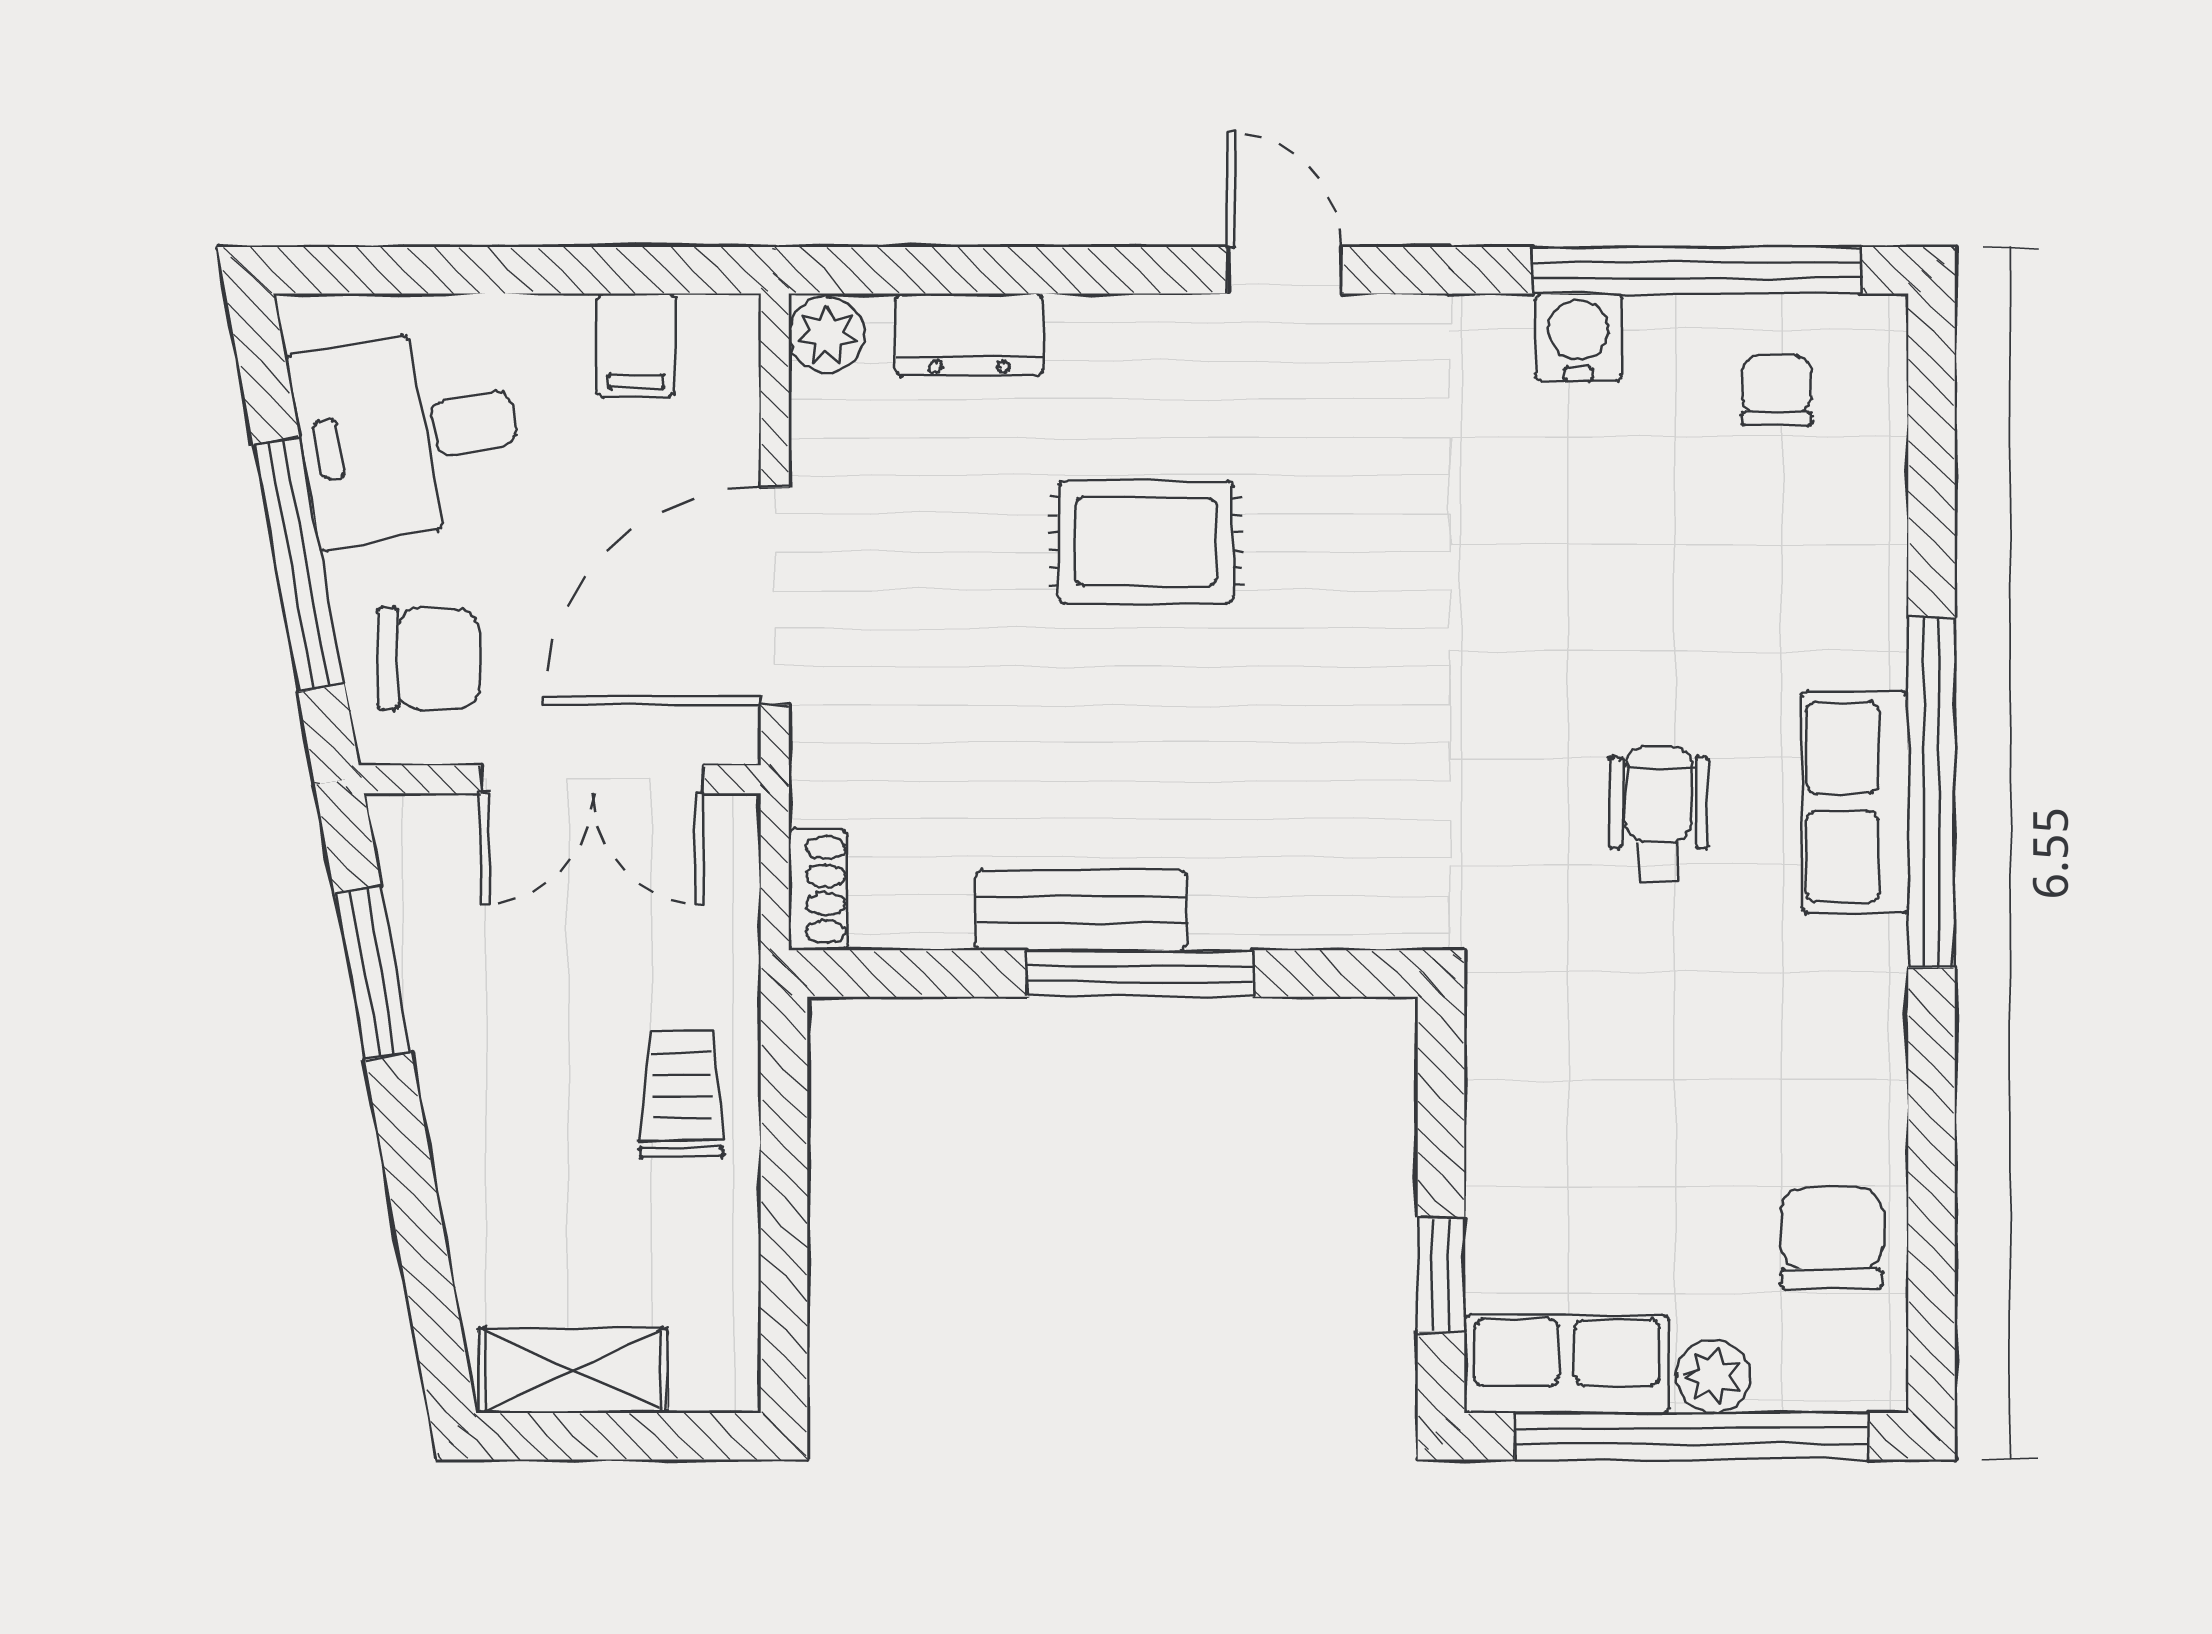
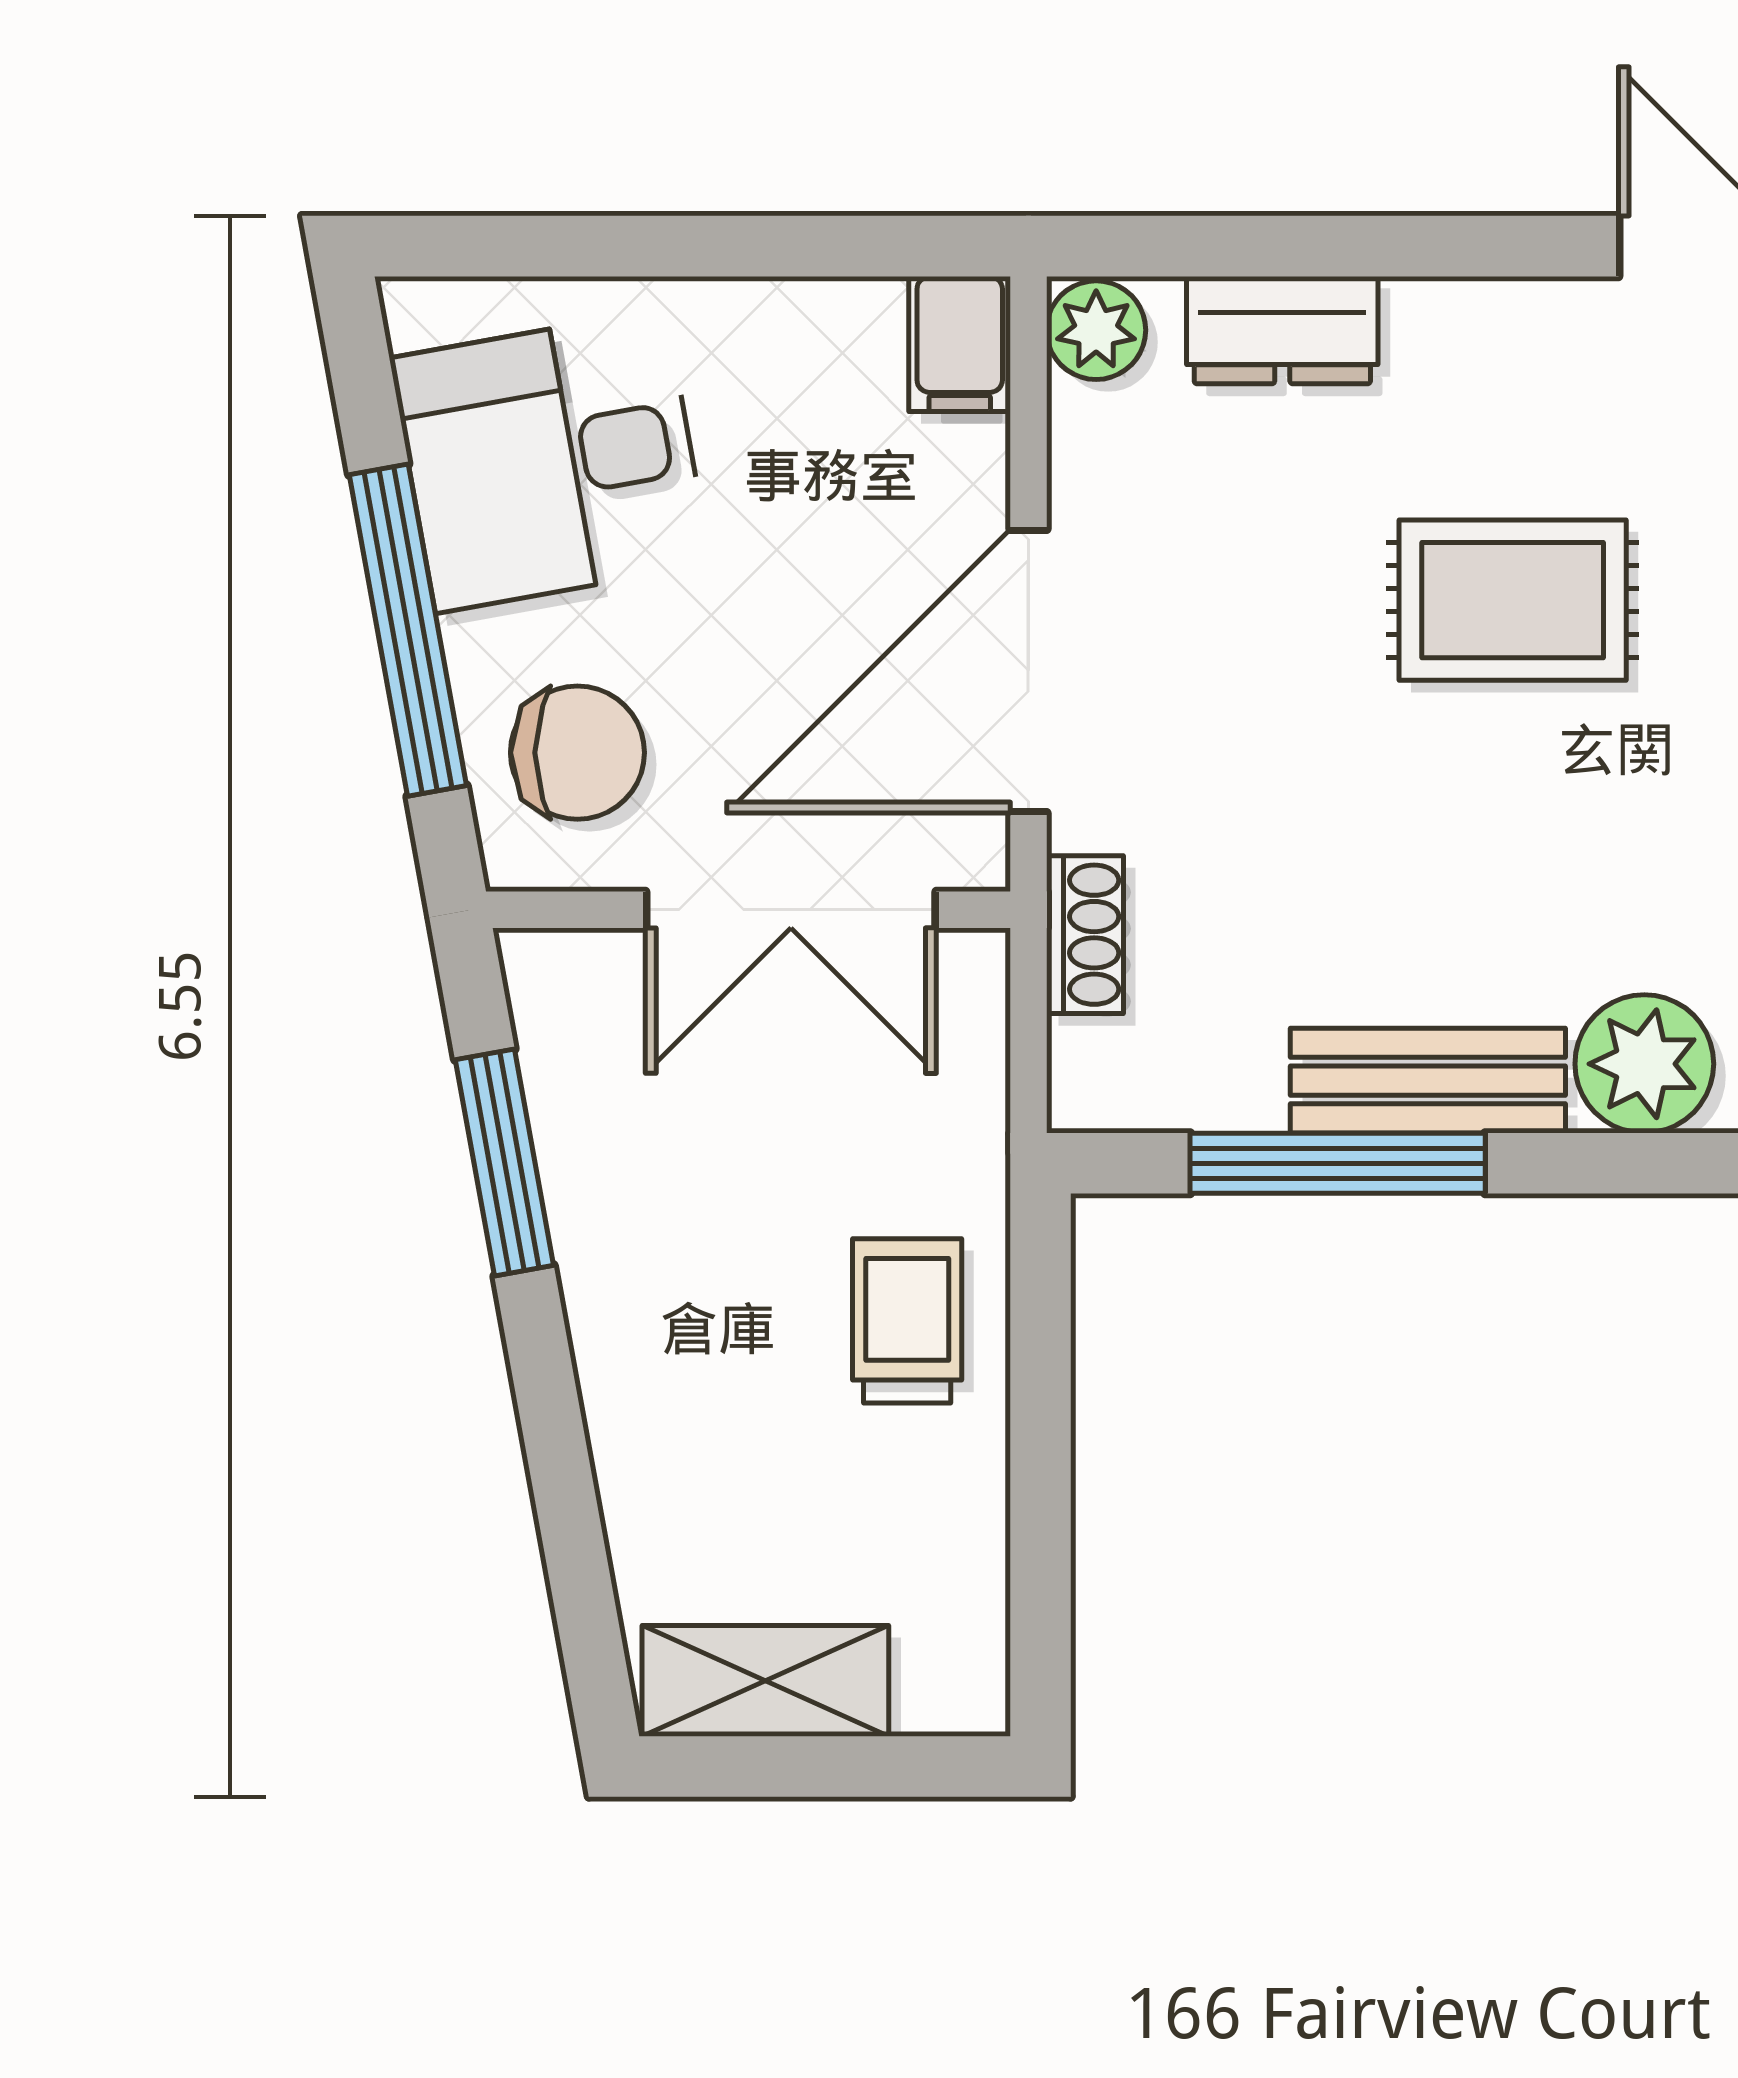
filing cabinet: (636, 345) -> (960, 344), moved
shoe rack: (818, 890) -> (1085, 935), moved
plant: (1247, 897) -> (1644, 1064), added
window: (1140, 973) -> (1338, 1163), moved

